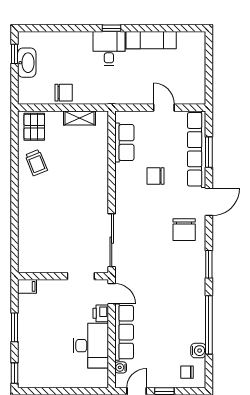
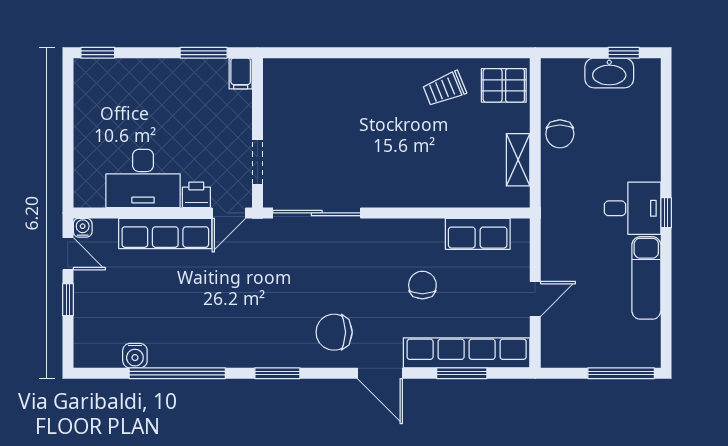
window: (209, 55) -> (621, 373), added
window: (14, 327) -> (204, 53), moved
water cooler: (121, 367) -> (83, 228), moved
chair: (187, 372) -> (99, 337), removed

